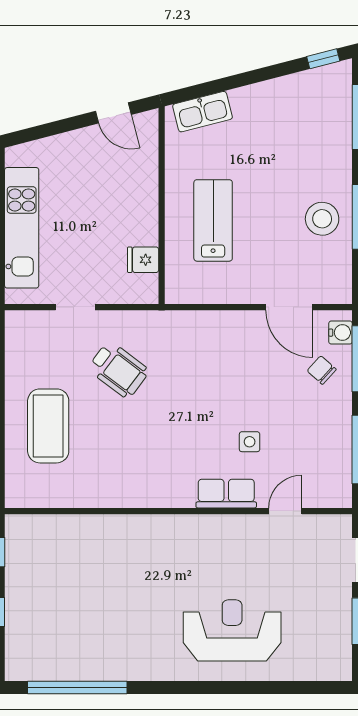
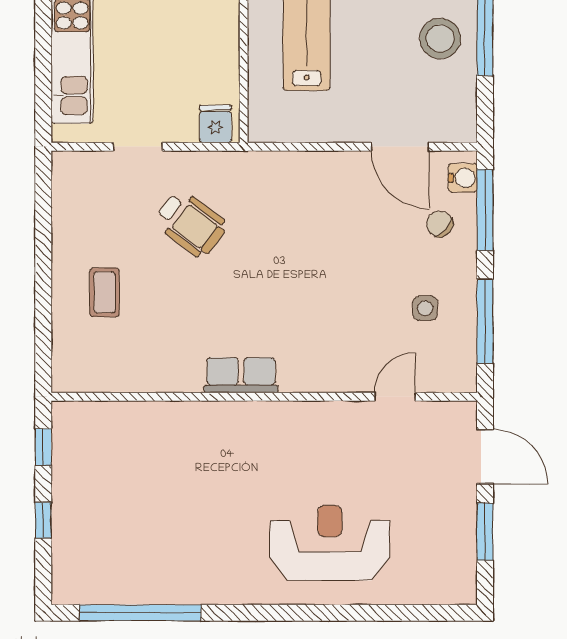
fridge: (143, 260) -> (215, 124), moved, turned 90
coffee table: (48, 426) -> (105, 292), width x0.54, depth x0.58
side table: (250, 442) -> (425, 308), moved
row of seats: (226, 494) -> (241, 375), moved

